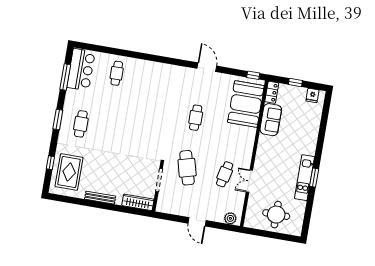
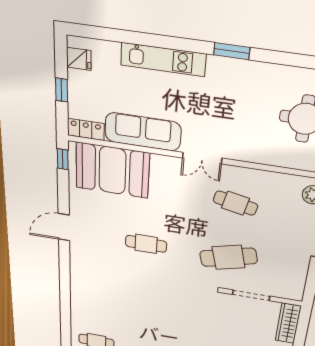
sofa: (271, 120) -> (143, 132), width x1.36
kitchen unit: (304, 178) -> (163, 60), moved
double door: (249, 181) -> (202, 158), moved

